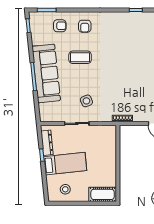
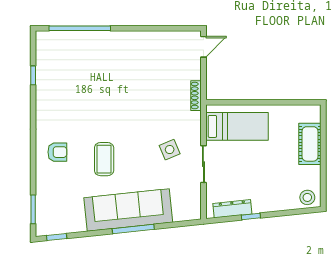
armchair: (60, 26) -> (57, 190), removed
bed: (65, 164) -> (237, 126), moved, turned 96
stool: (65, 189) -> (307, 197), moved
cot: (103, 194) -> (310, 144), moved

